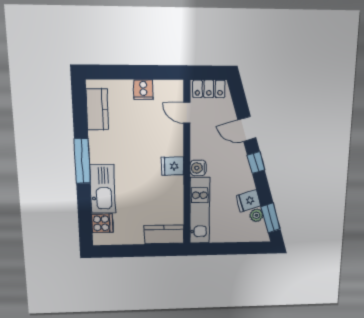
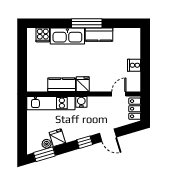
kitchen counter: (97, 109) -> (99, 35), moved
door: (247, 129) -> (108, 135), swing flipped
kitchen counter: (164, 234) -> (62, 85), moved, turned -90

